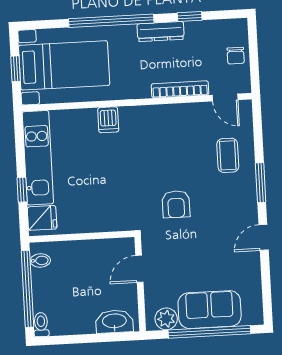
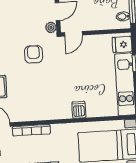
door: (116, 235) -> (73, 34), added
plant: (150, 245) -> (51, 27), added

